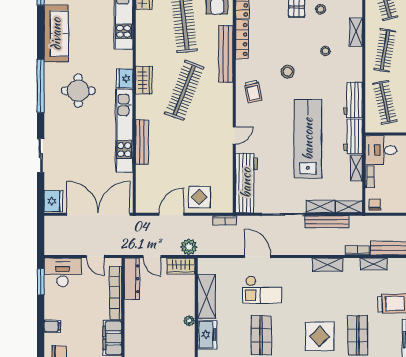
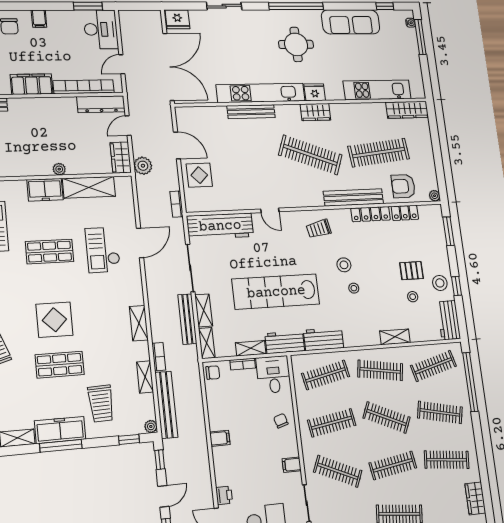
stool: (325, 51) -> (354, 288), moved
lab bench: (308, 139) -> (276, 292), turned 180

